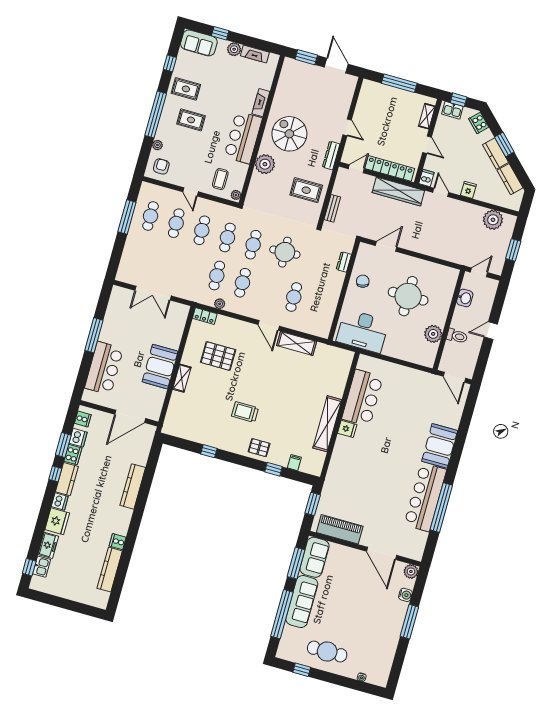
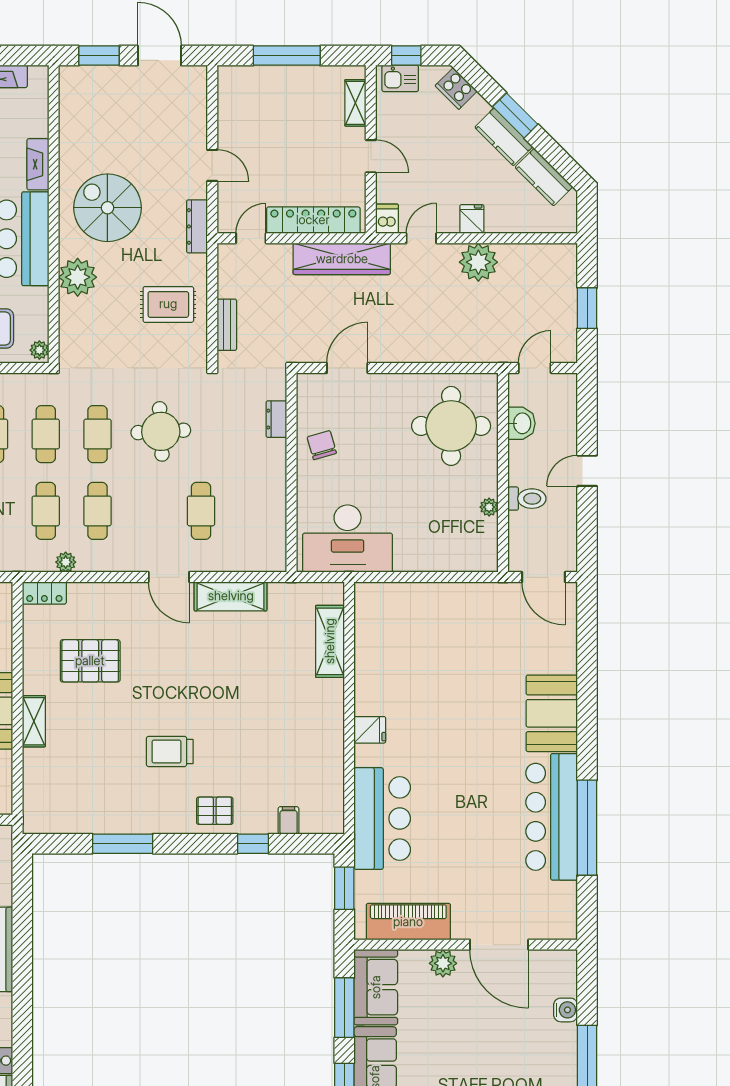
door: (441, 192) -> (421, 238), hinge flipped
plant: (493, 220) -> (478, 262), moved
round table: (408, 296) -> (451, 426), moved
plant: (433, 334) -> (489, 507), width x0.53, depth x0.53
bar counter: (362, 398) -> (382, 819), moved
shelving: (327, 424) -> (330, 641), moved, width x0.68
window: (209, 451) -> (123, 844), width x2.17
plant: (411, 571) -> (443, 963), moved

